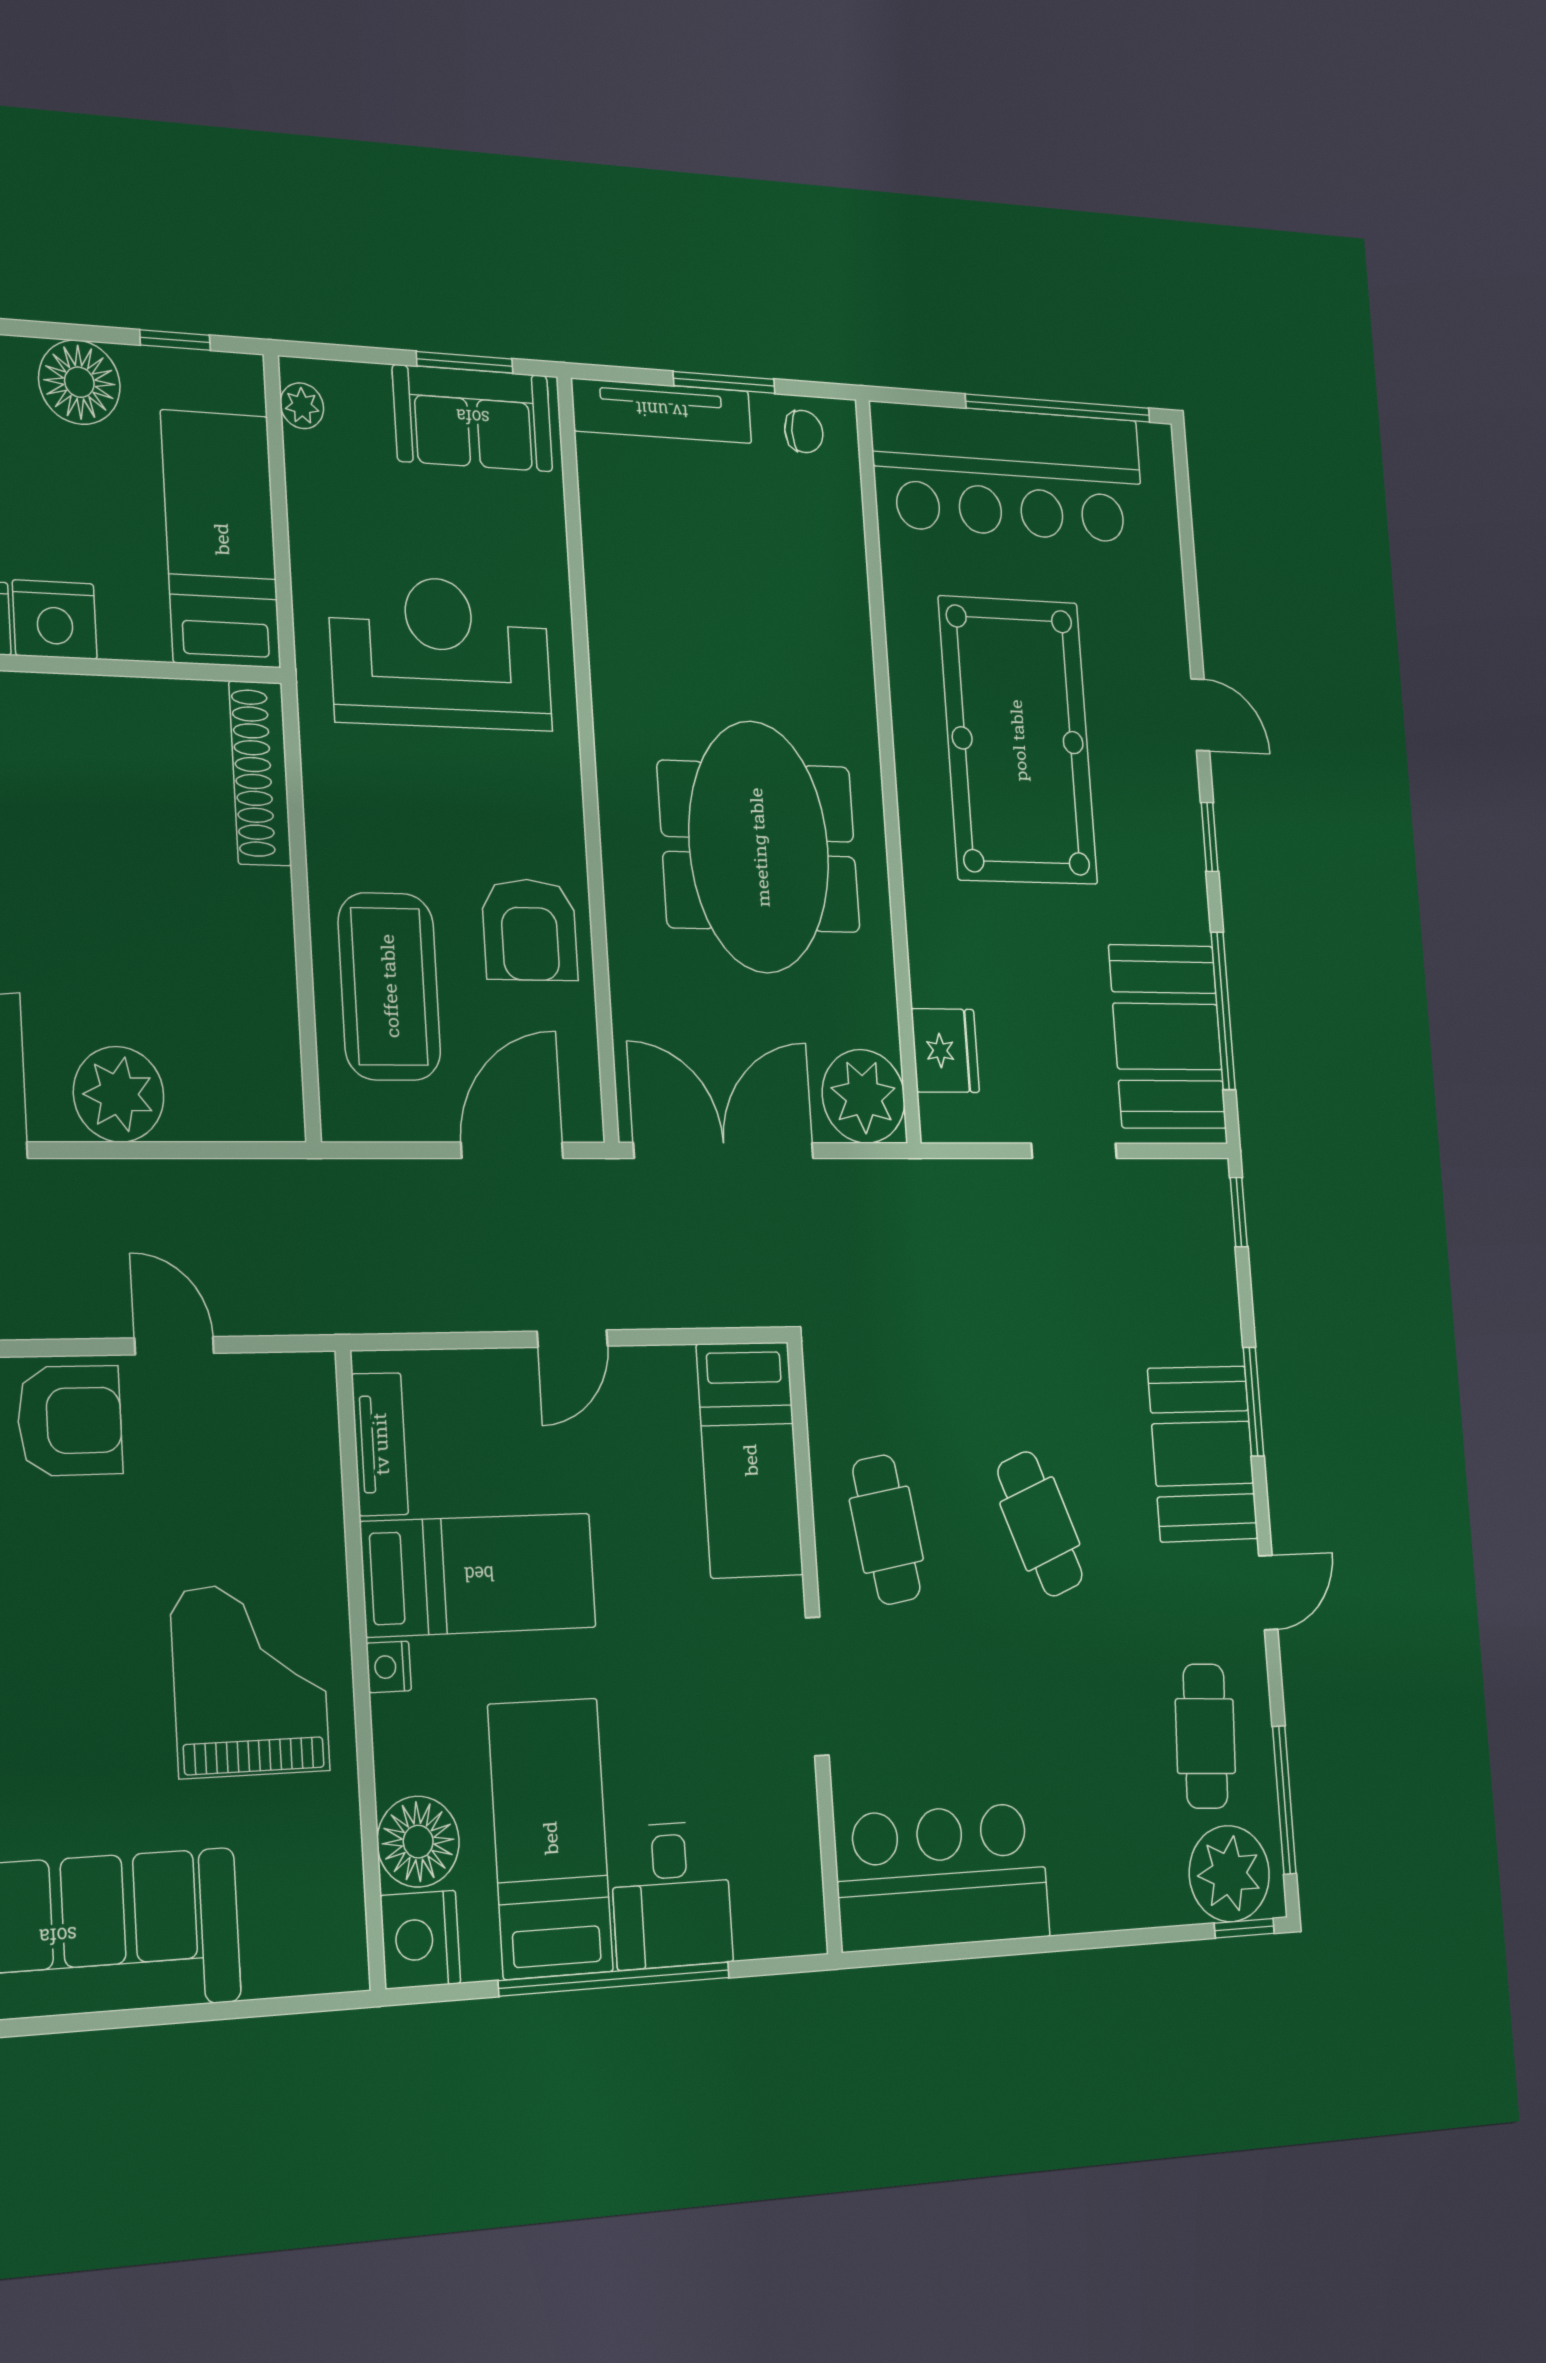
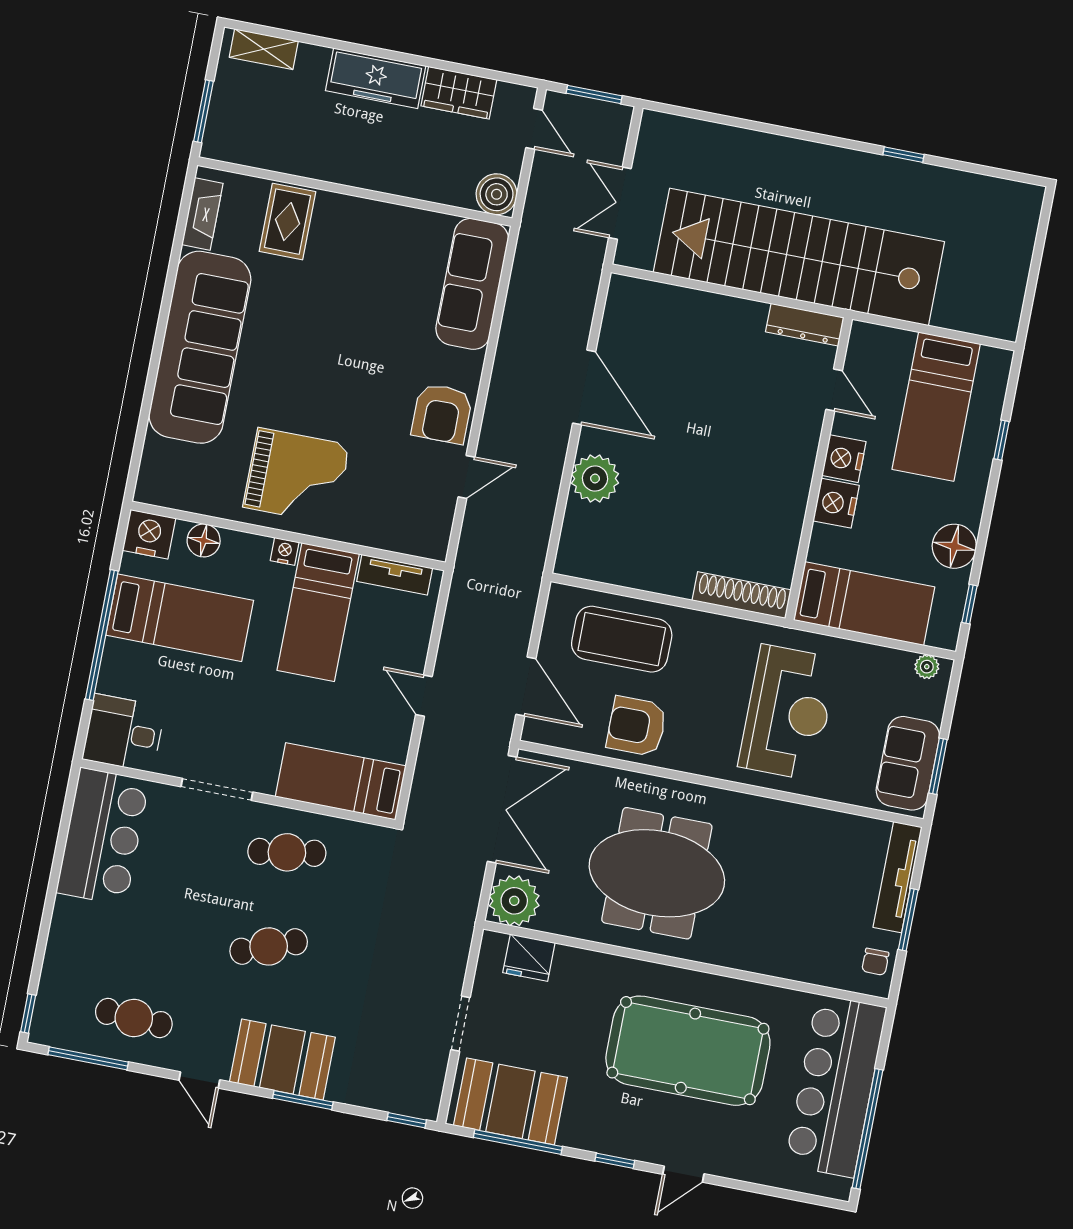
floor lamp: (418, 1842) -> (204, 540), width x0.73, depth x0.73
plant: (1229, 1874) -> (59, 1012), removed
desk: (671, 1895) -> (124, 733), moved

